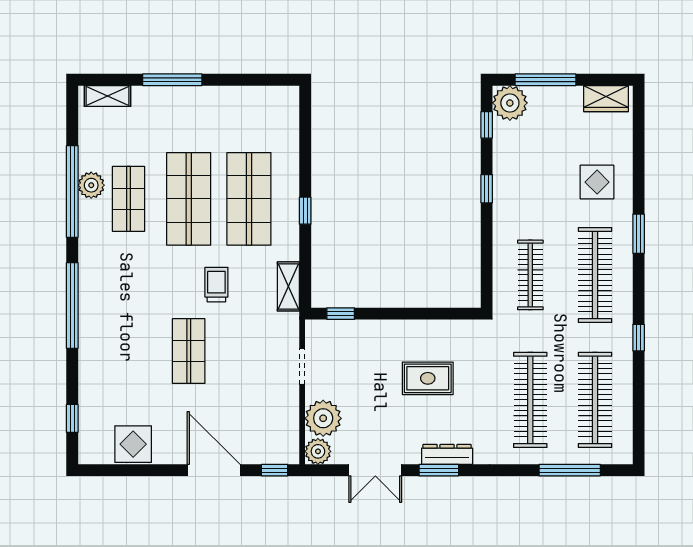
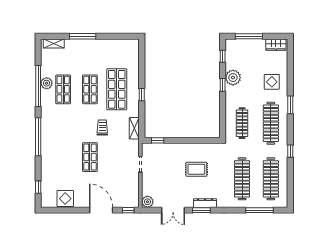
plant: (510, 103) -> (233, 78), moved
shop shelf: (189, 199) -> (90, 89), width x0.70, depth x0.74
plant: (323, 418) -> (150, 187), removed

